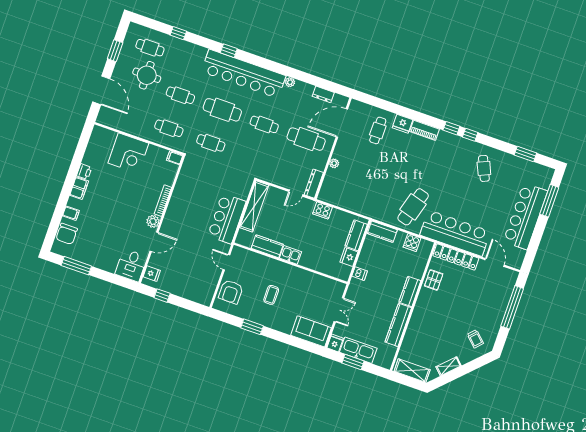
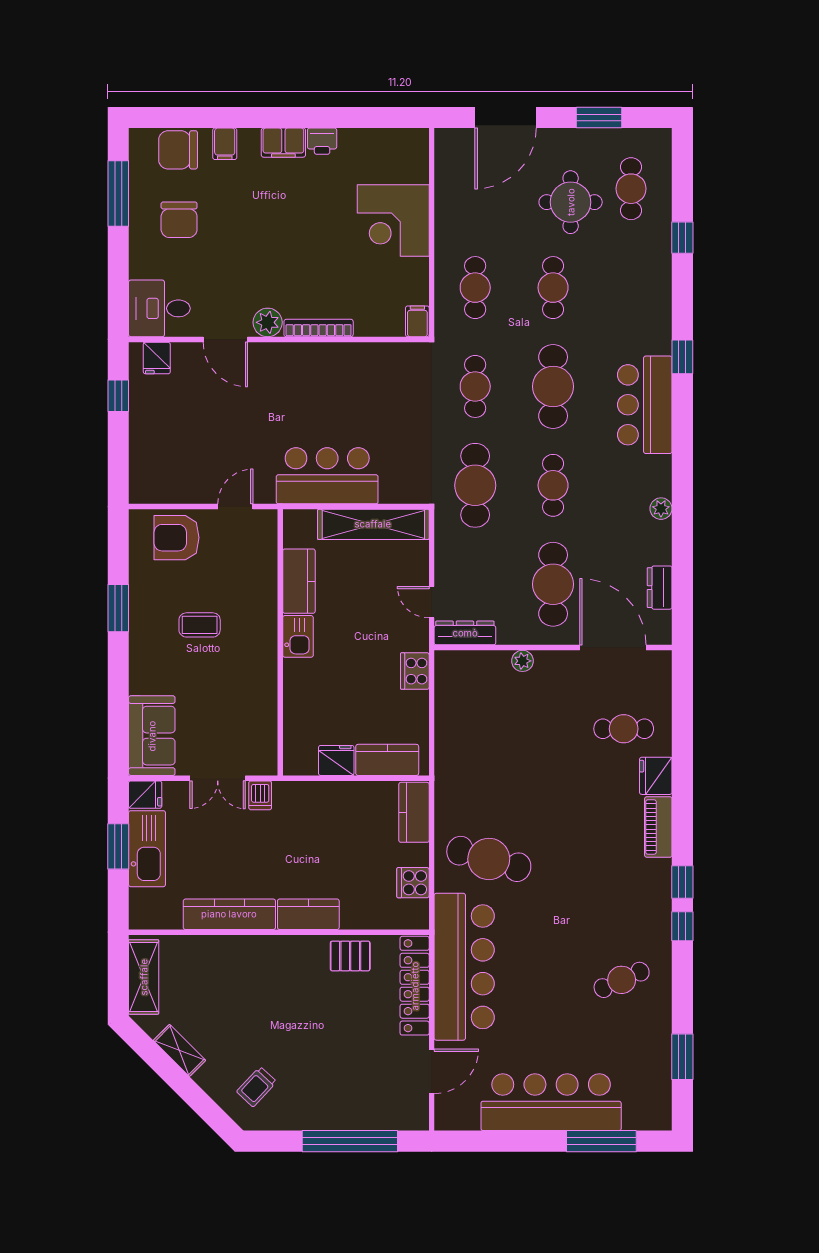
bar counter: (244, 74) -> (645, 405), width x0.54
cafe table: (253, 157) -> (475, 485), added
chair: (96, 244) -> (179, 220), added
dishwasher: (360, 274) -> (260, 795), moved

